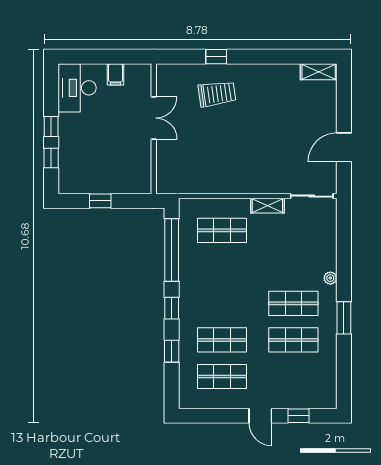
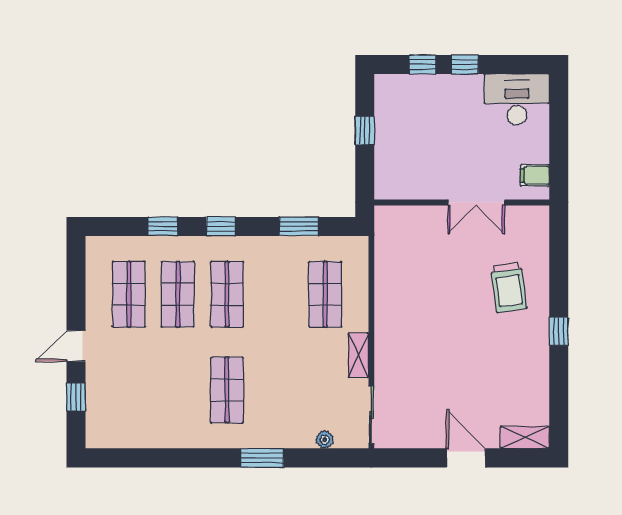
window: (216, 57) -> (559, 331), moved
shelving: (319, 72) -> (525, 437), moved, turned 90
filing cabinet: (116, 74) -> (535, 175), moved
door: (344, 147) -> (466, 458), moved
window: (172, 250) -> (299, 226), width x0.47
plant: (330, 278) -> (325, 440), moved
window: (344, 318) -> (262, 458), moved
shop shelf: (293, 340) -> (227, 294), moved

